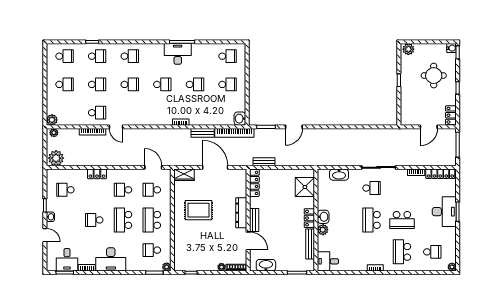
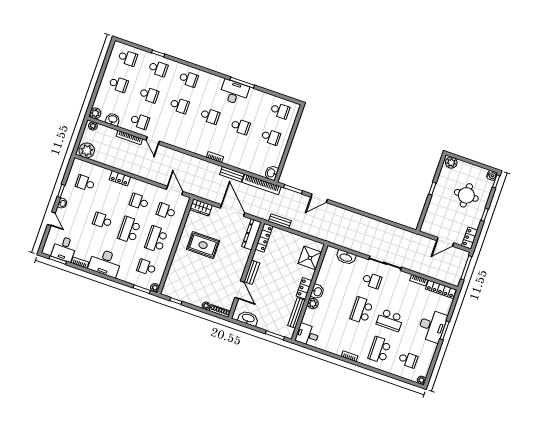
washbasin: (71, 120) -> (113, 119), added
dresser: (241, 213) -> (252, 234), moved

